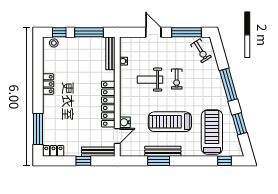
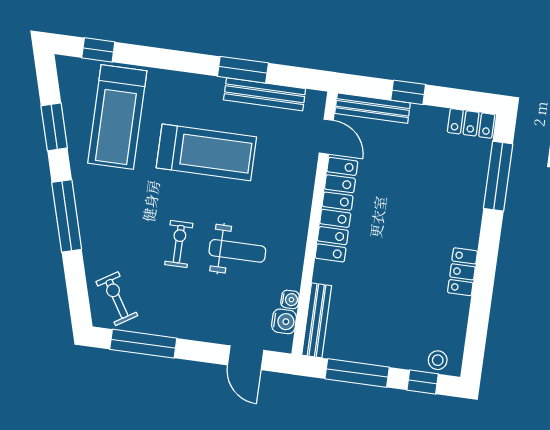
door: (153, 32) -> (246, 358), moved
water cooler: (125, 122) -> (284, 321), moved
door: (117, 136) -> (326, 137), swing flipped
bench: (163, 151) -> (265, 94), moved

